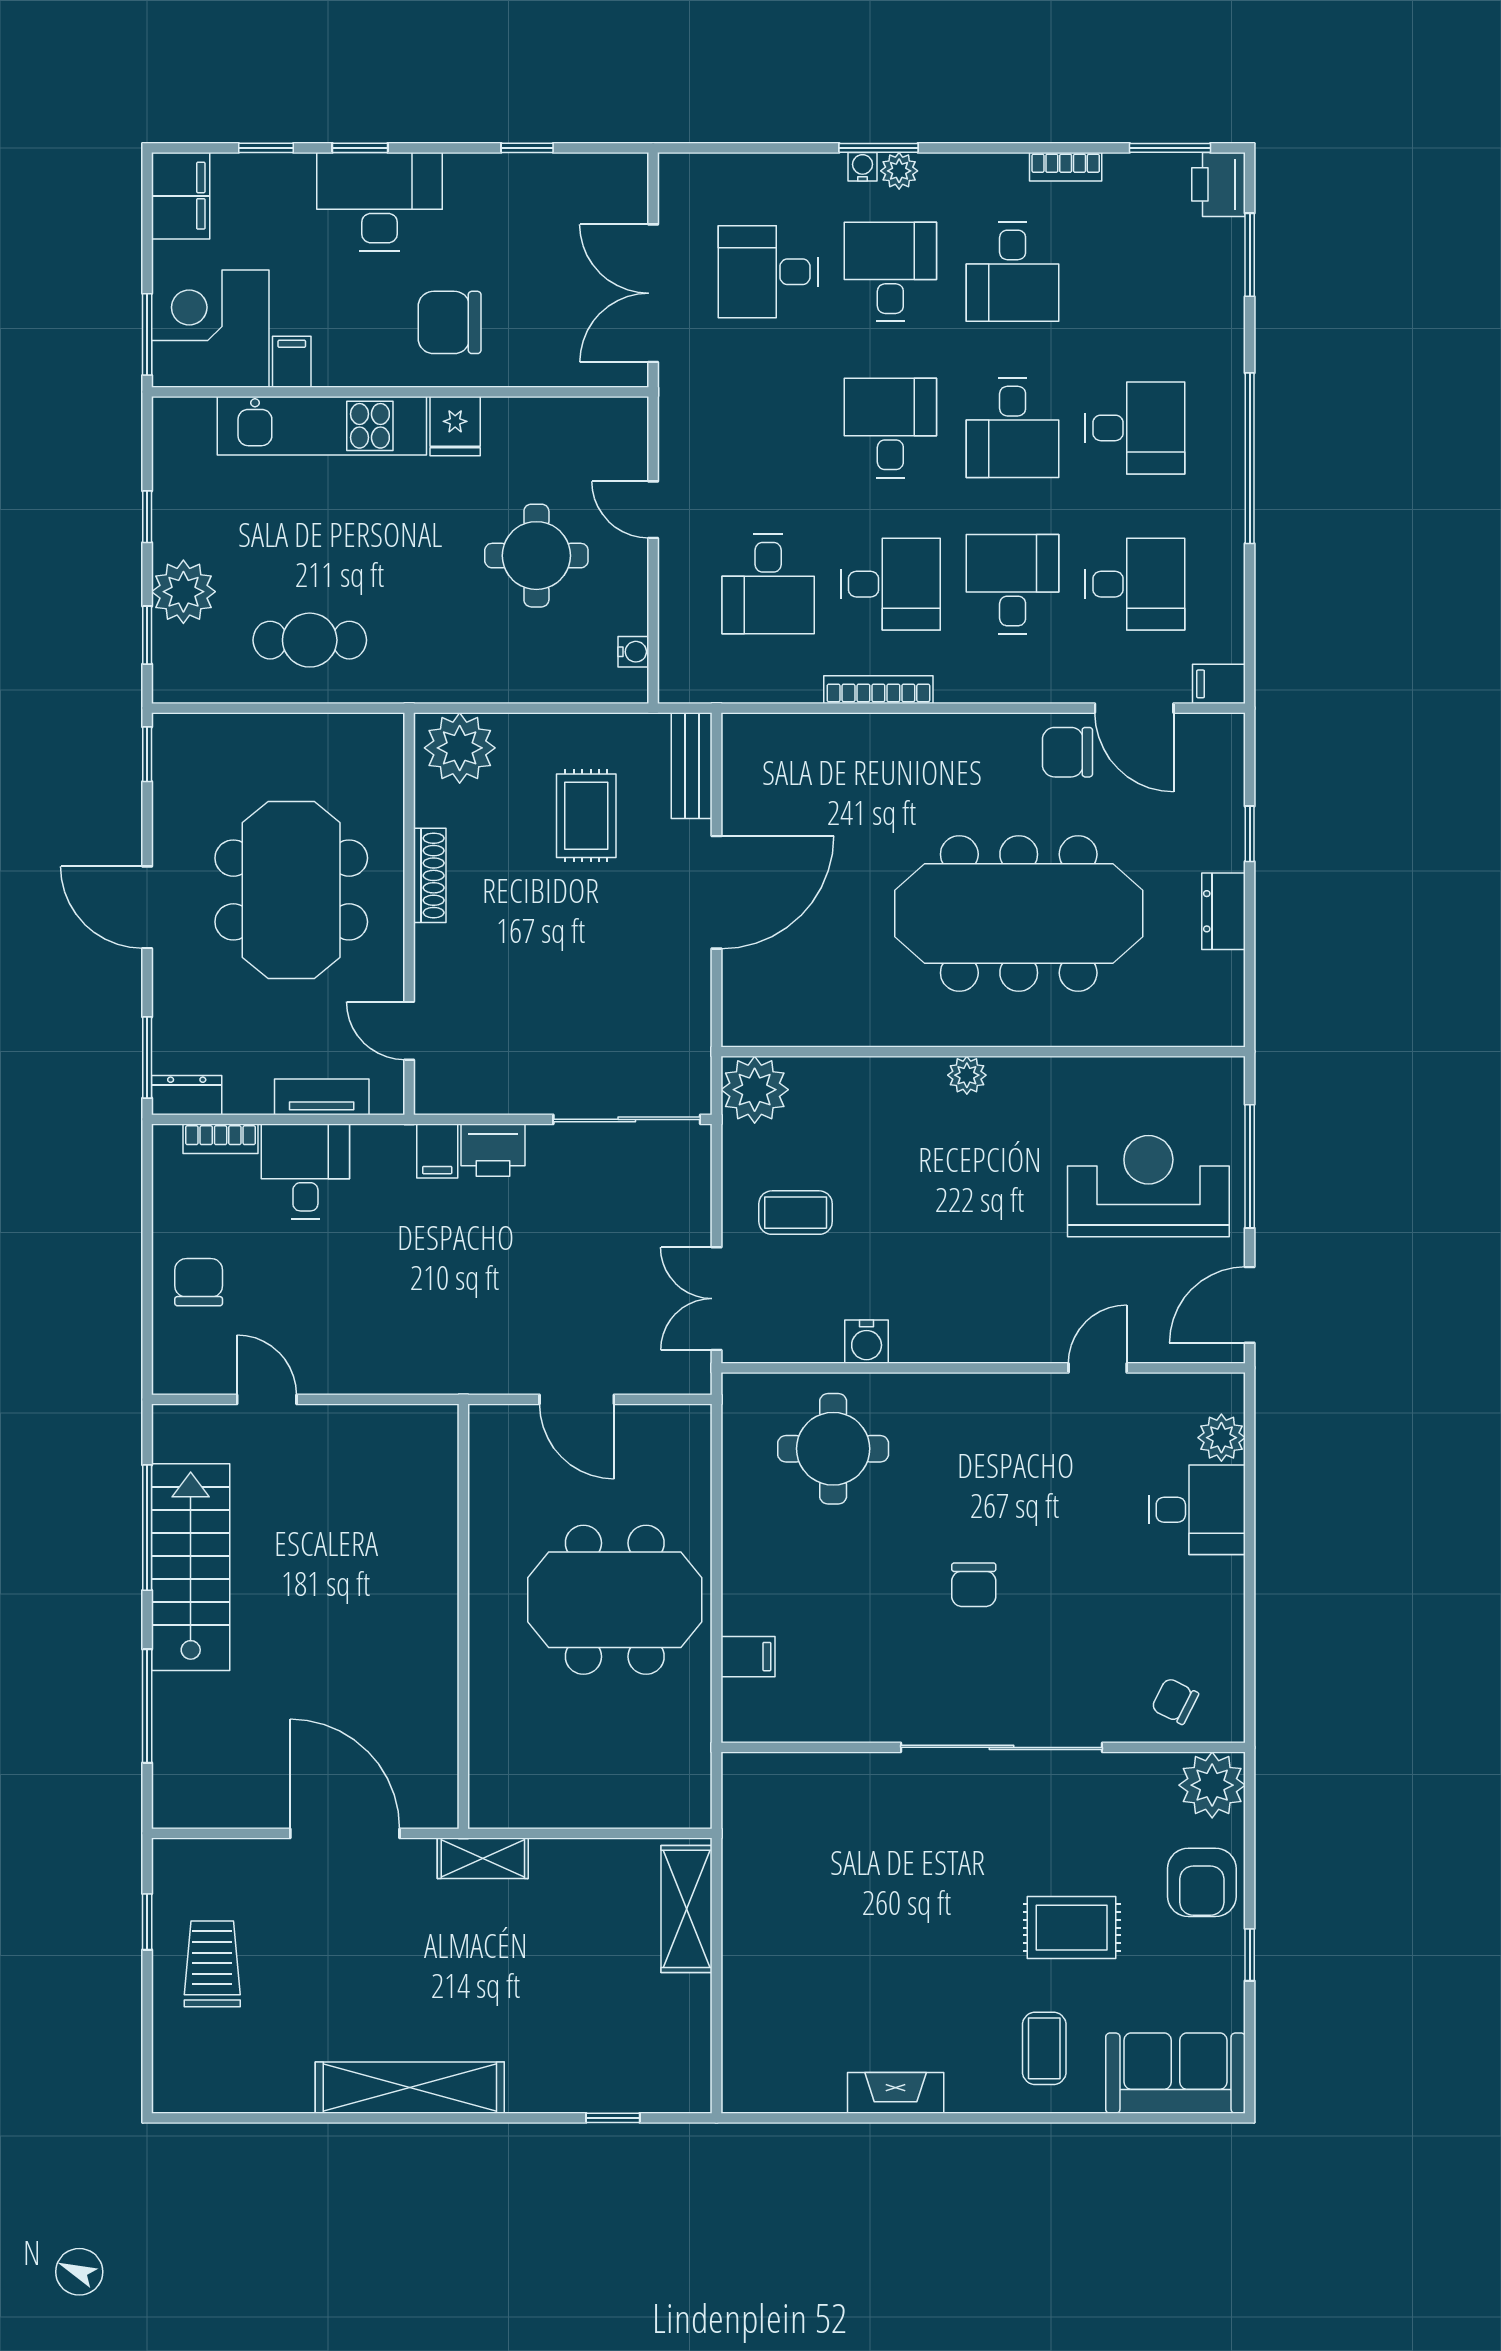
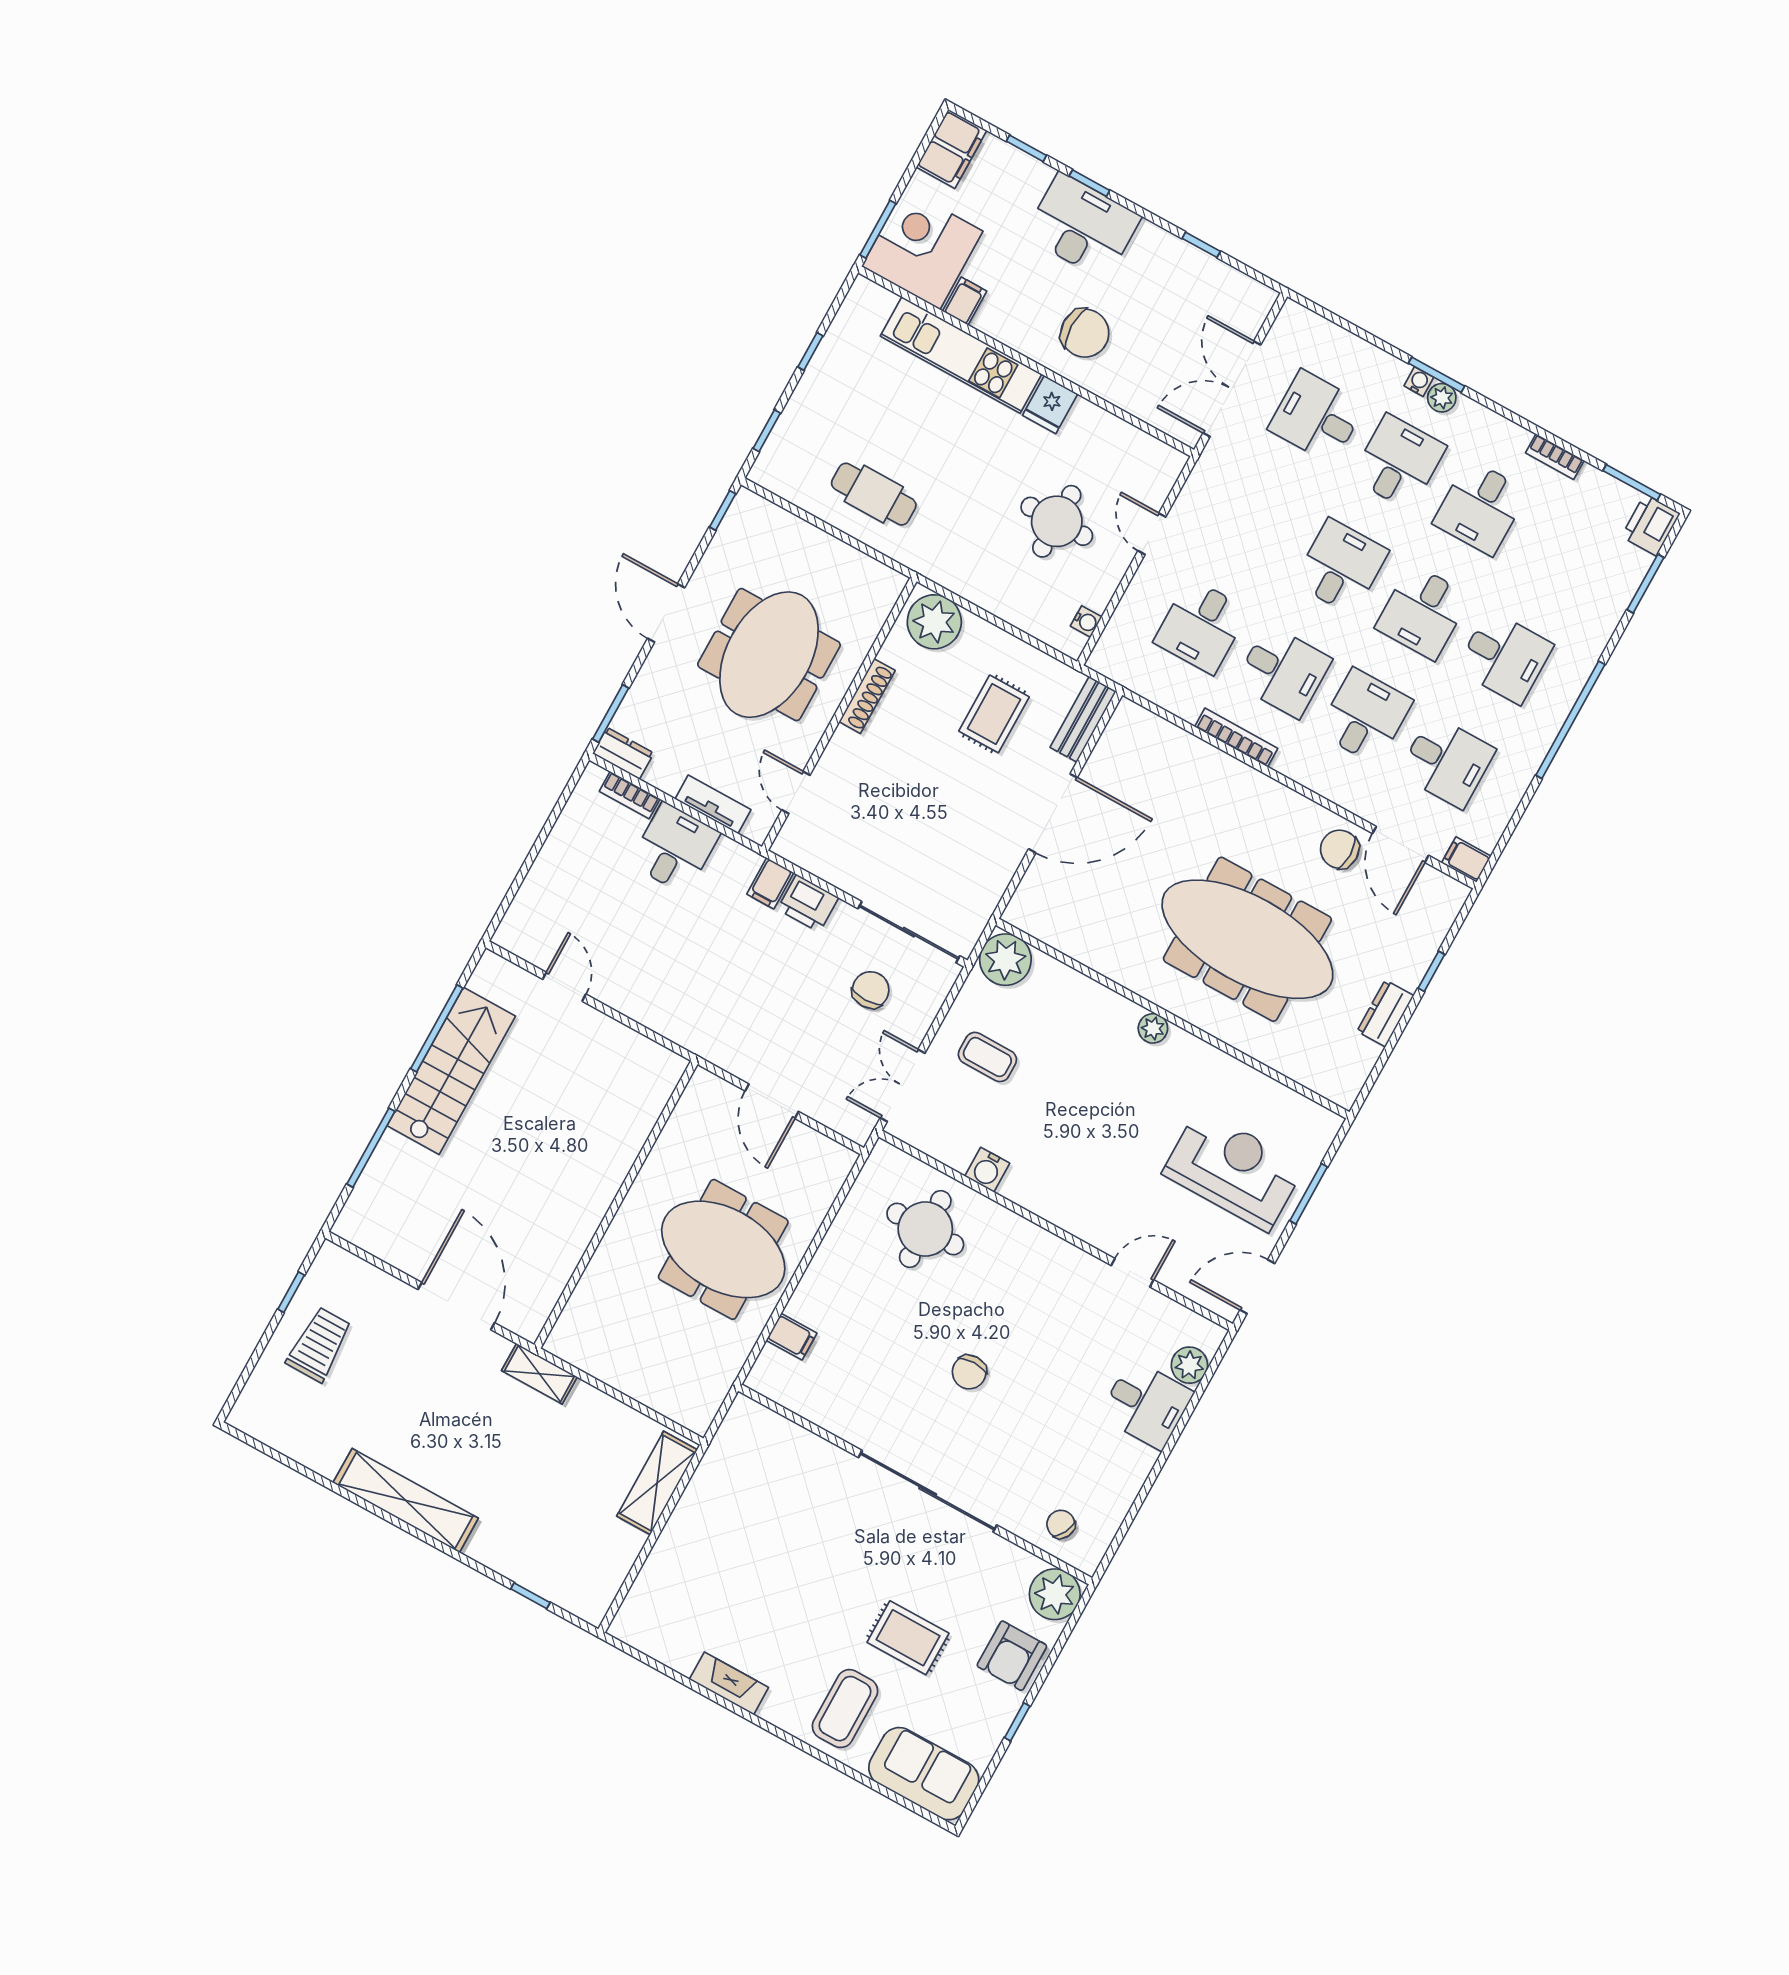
chair: (450, 322) -> (1085, 333), turned 180
plant: (183, 592) -> (807, 415), removed
window: (1250, 1166) -> (1309, 1194), width x0.69
chair: (199, 1282) -> (871, 990), moved
coffee table: (1044, 2048) -> (845, 1709), width x1.36, depth x1.30

